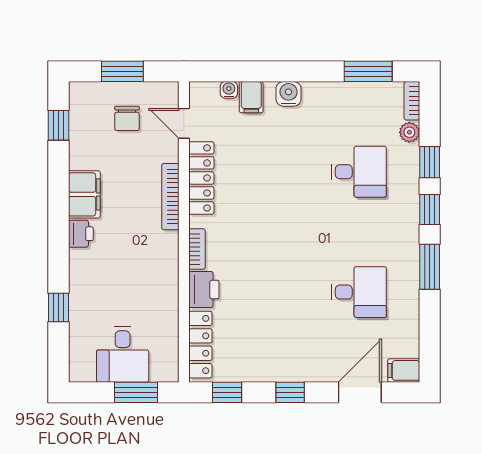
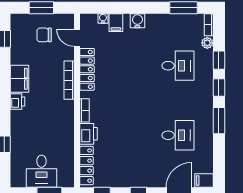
chair: (127, 118) -> (44, 35), turned 90

